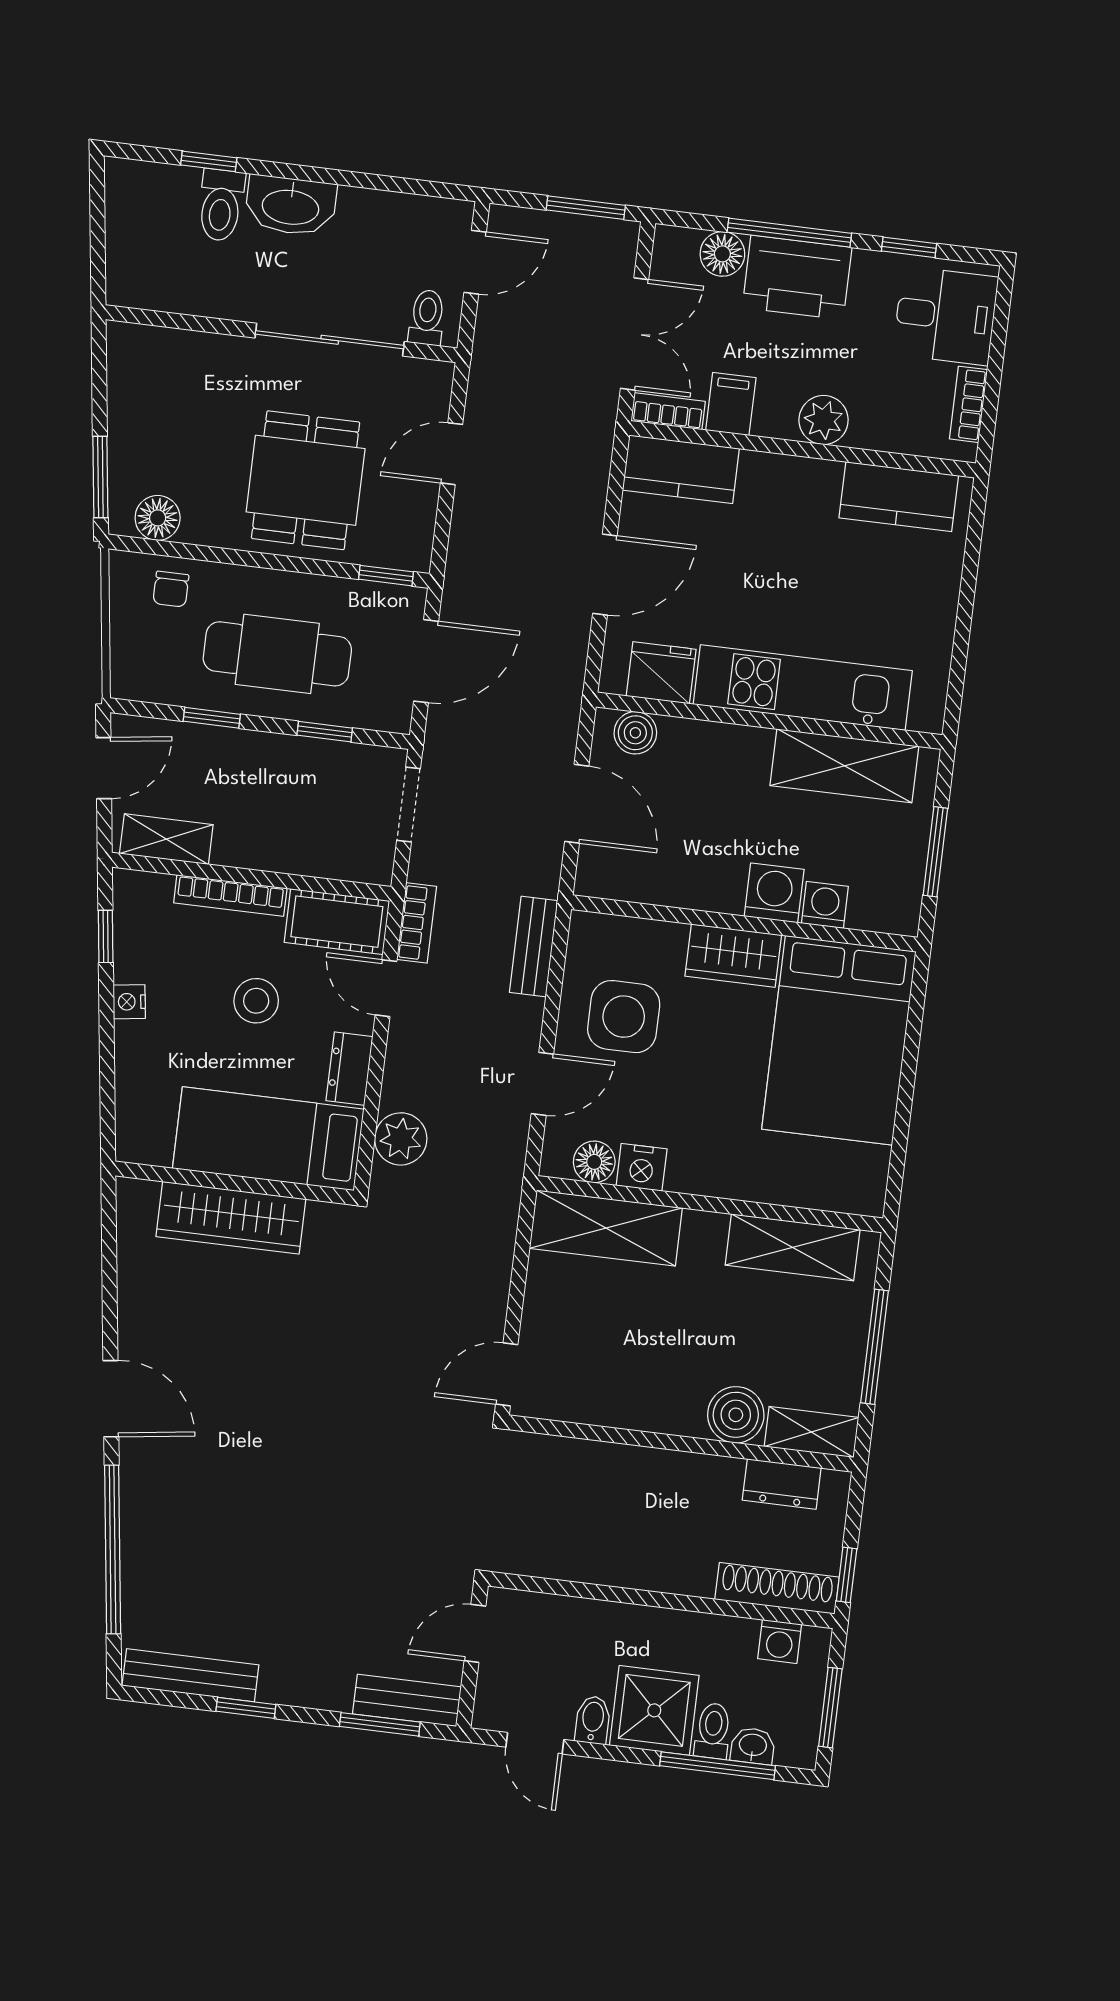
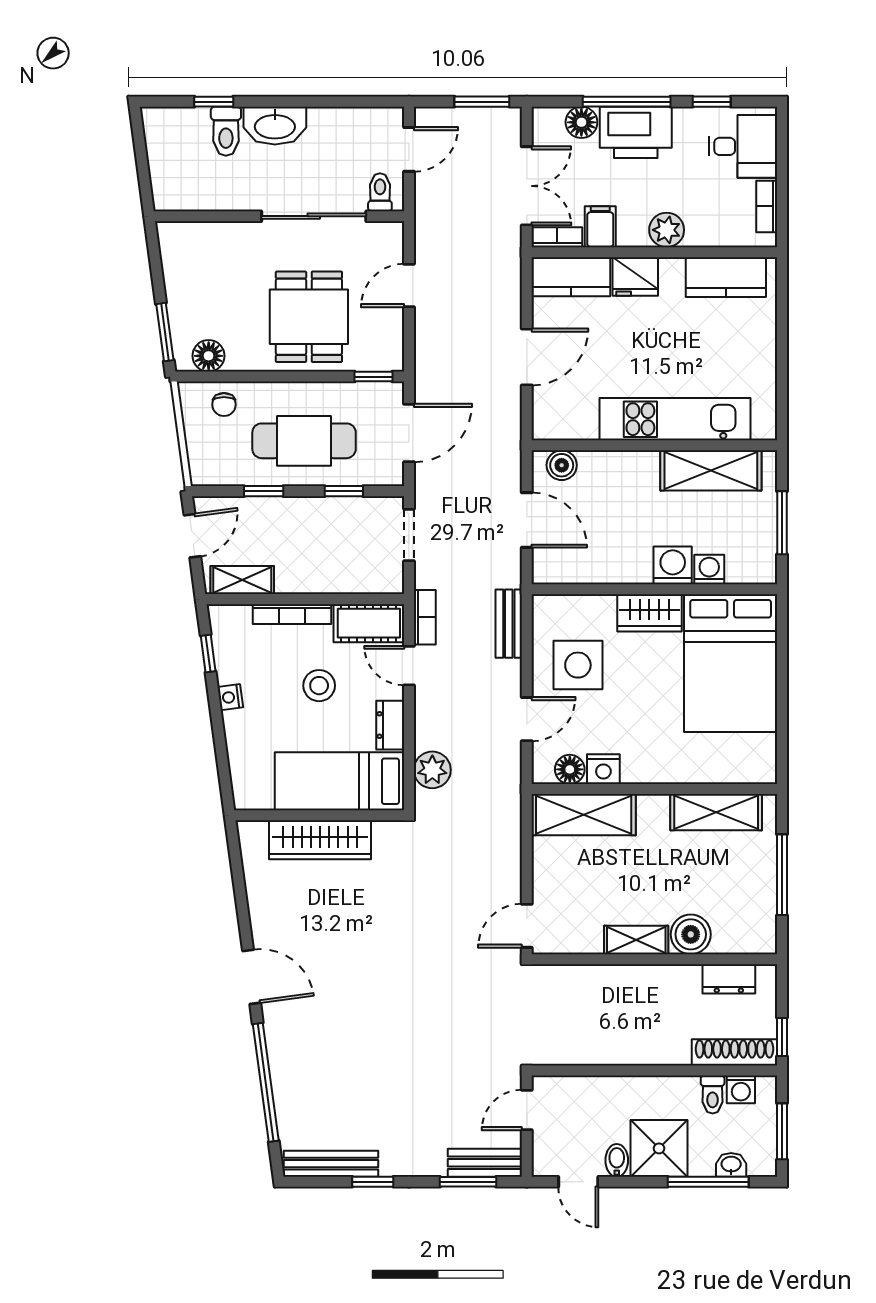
fridge: (661, 673) -> (635, 277), moved, turned 180
shelving: (811, 1432) -> (636, 940), moved
toilet: (713, 1731) -> (713, 1095), moved, turned 180

